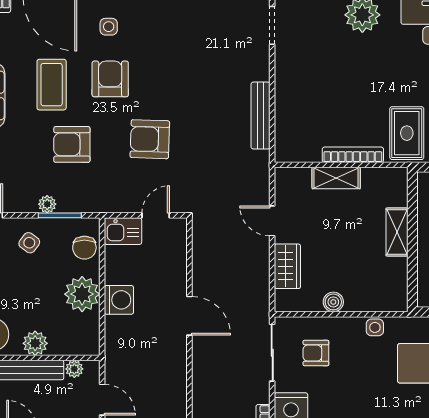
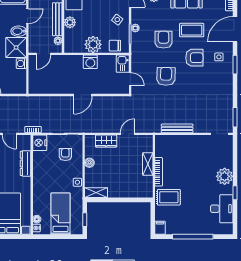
shelving: (397, 232) -> (96, 193), moved

